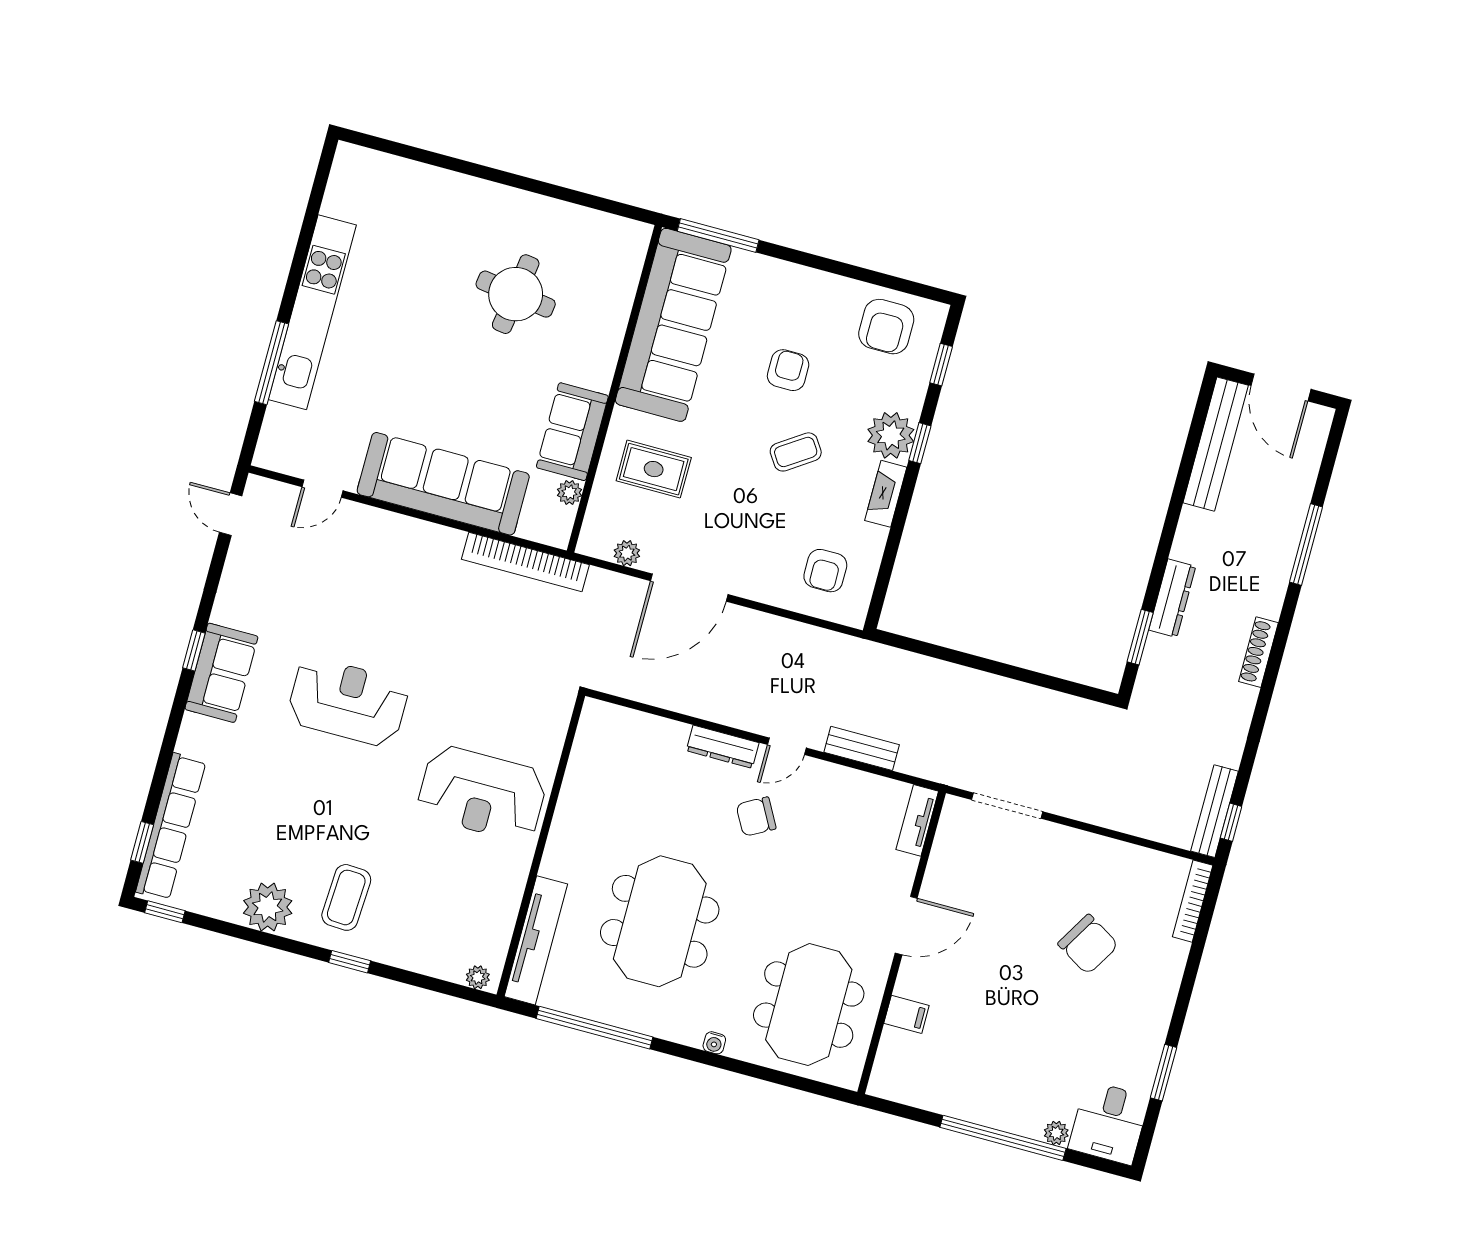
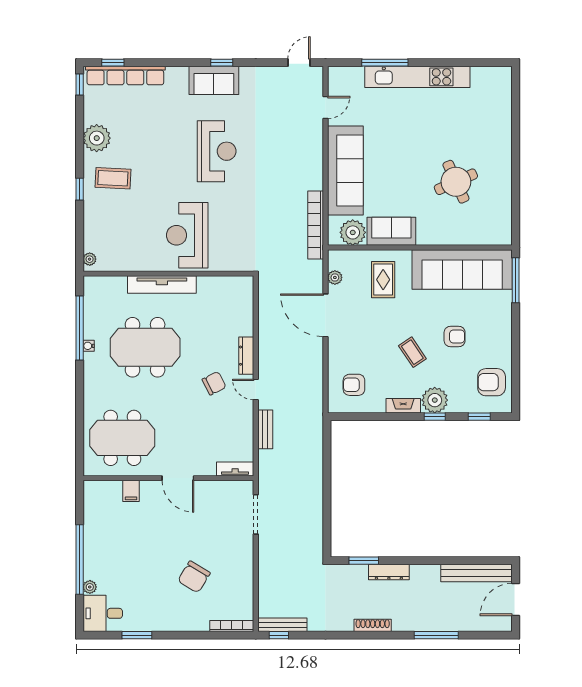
round table: (516, 294) -> (456, 182), turned -32
door: (323, 489) -> (326, 107), swing flipped
plant: (569, 492) -> (353, 232), width x1.88, depth x1.88
chair: (756, 817) -> (214, 383), turned 92
tv unit: (536, 940) -> (162, 285), moved
water cooler: (714, 1043) -> (89, 346), moved

